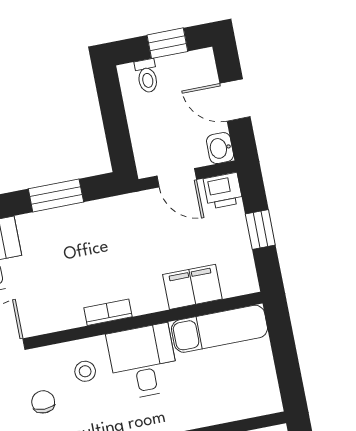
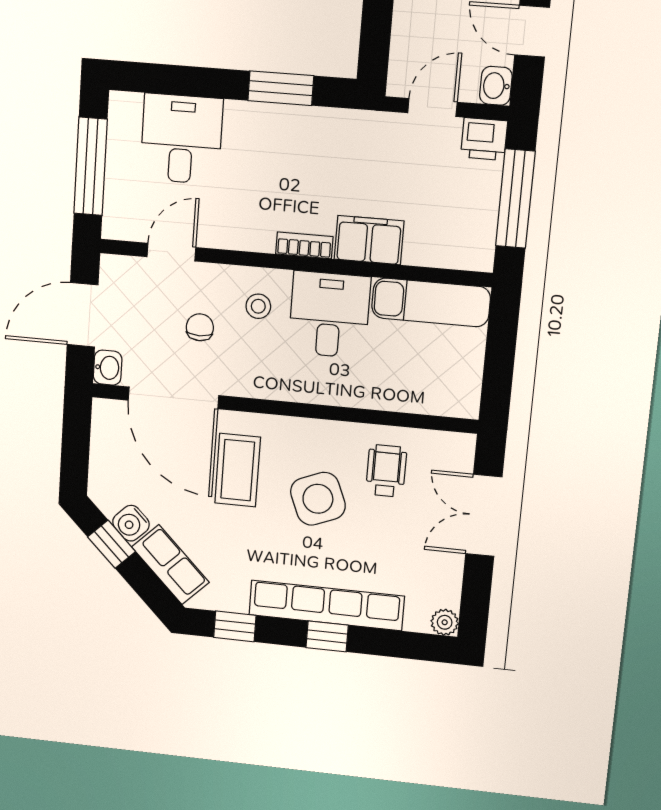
door: (177, 178) -> (432, 107), swing flipped
window: (260, 229) -> (515, 199), width x2.17
filing cabinet: (192, 287) -> (369, 240), moved

